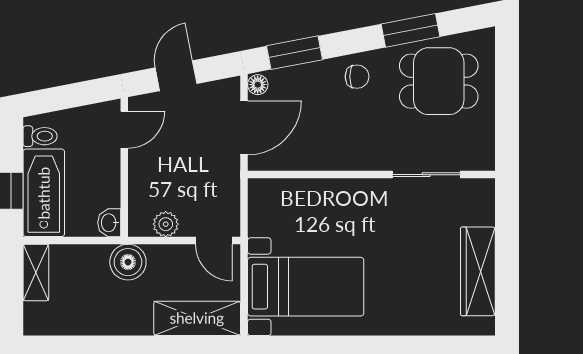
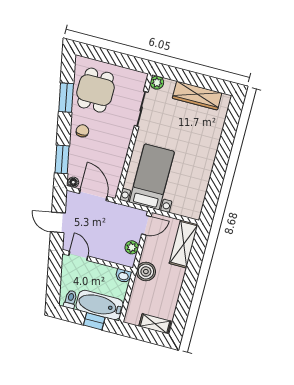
plant: (482, 191) -> (157, 83), added
shelving: (36, 272) -> (155, 324), moved
bed with nightstands: (306, 287) -> (152, 177), moved

